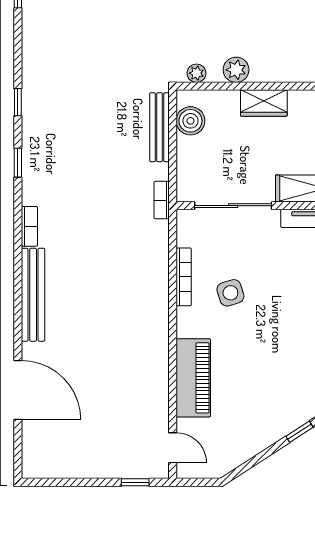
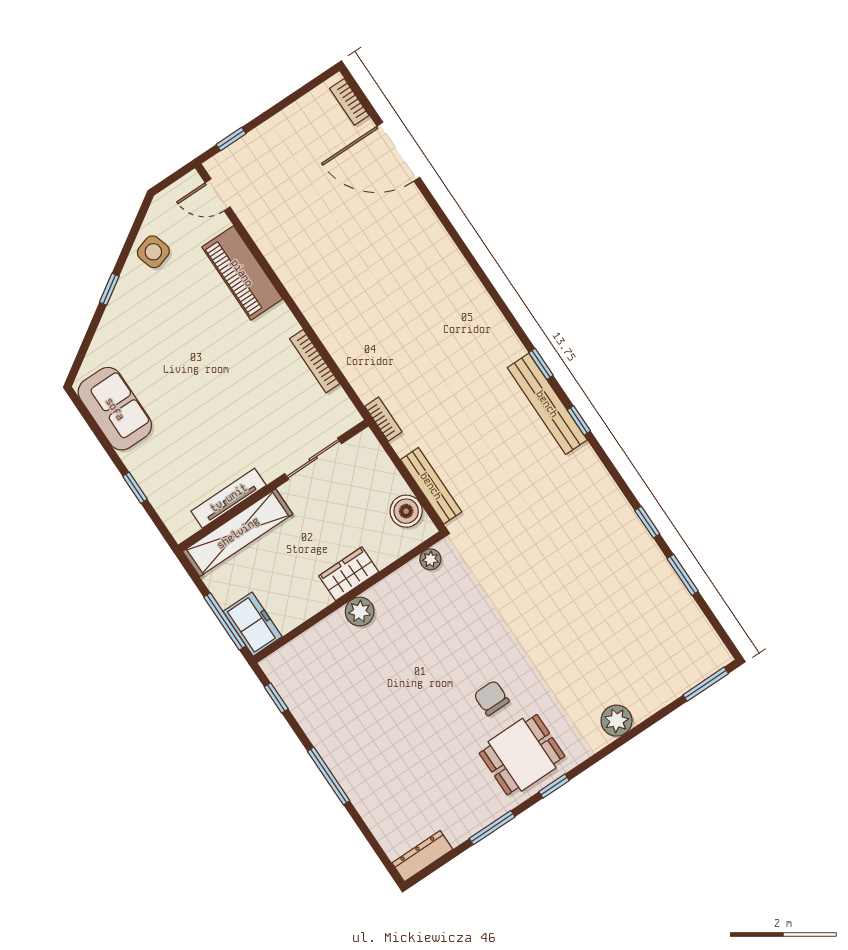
plant: (236, 70) -> (360, 612), moved
sliding door: (233, 206) -> (313, 459), width x0.73
bookcase: (29, 226) -> (349, 102), moved
side table: (230, 293) -> (153, 252), moved
bench: (33, 295) -> (547, 404), moved

